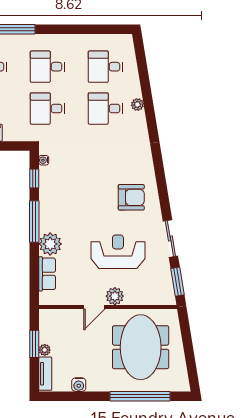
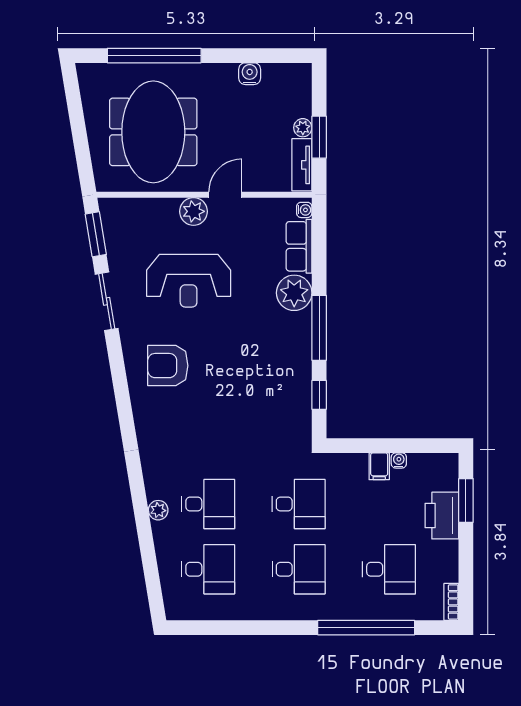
water cooler: (44, 160) -> (304, 210), moved
tv unit: (45, 374) -> (302, 165), moved

